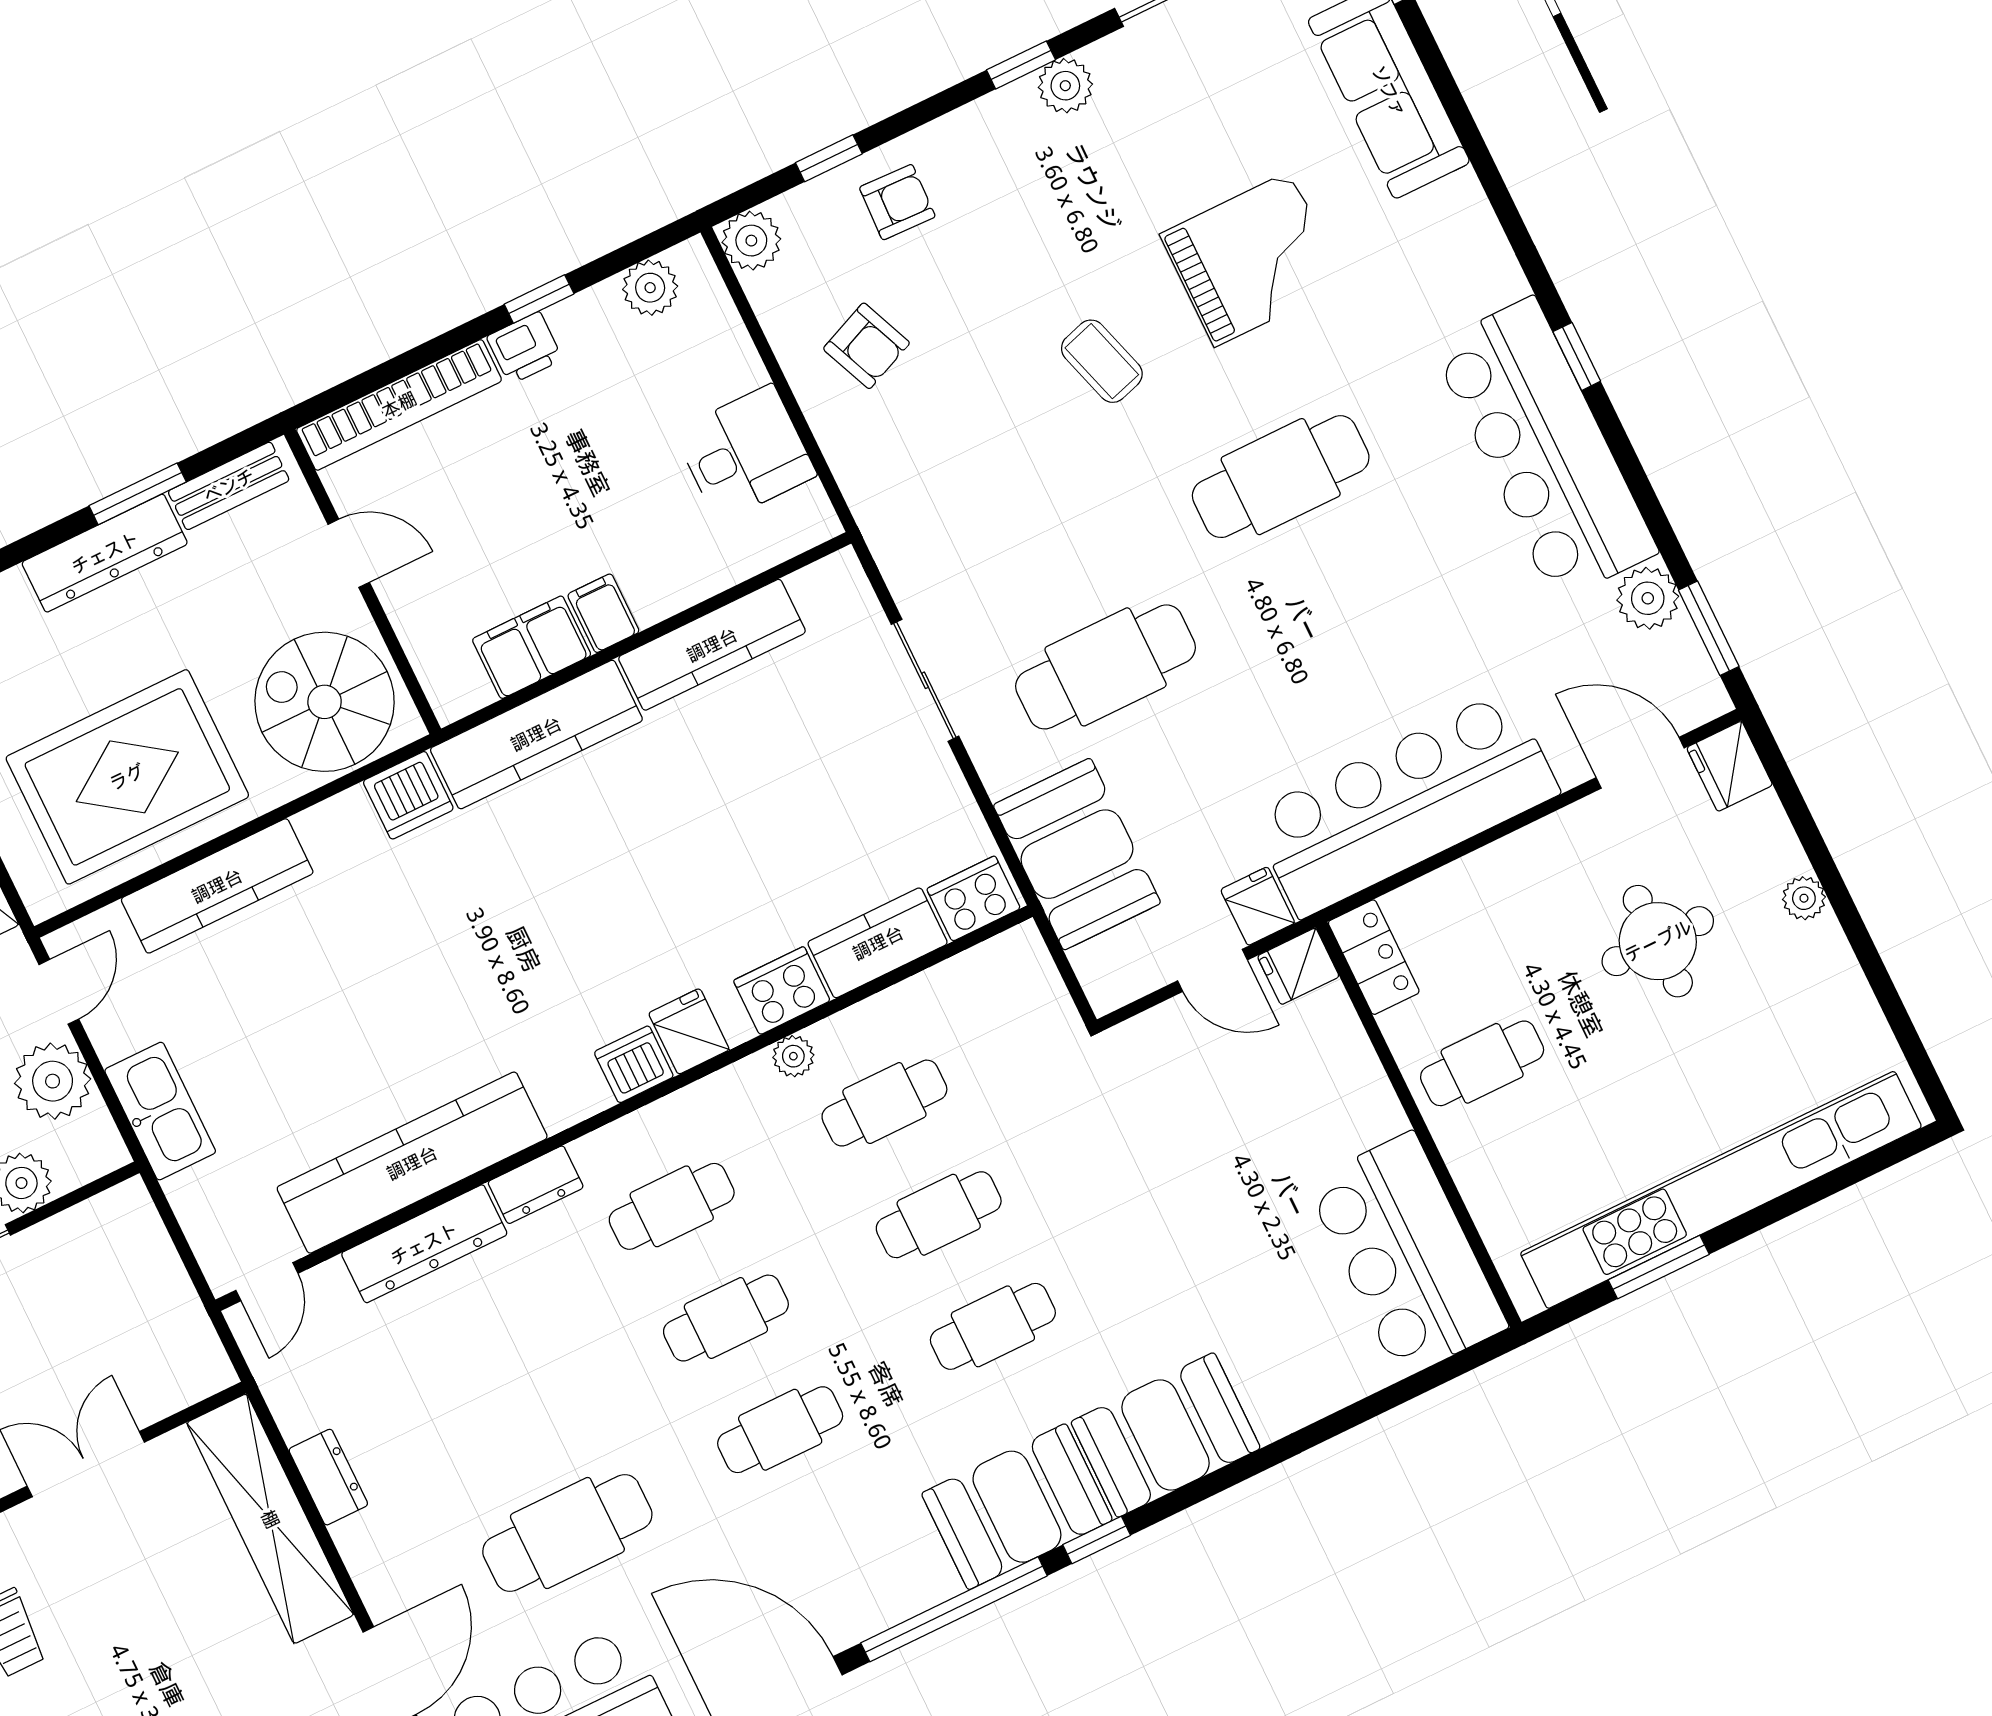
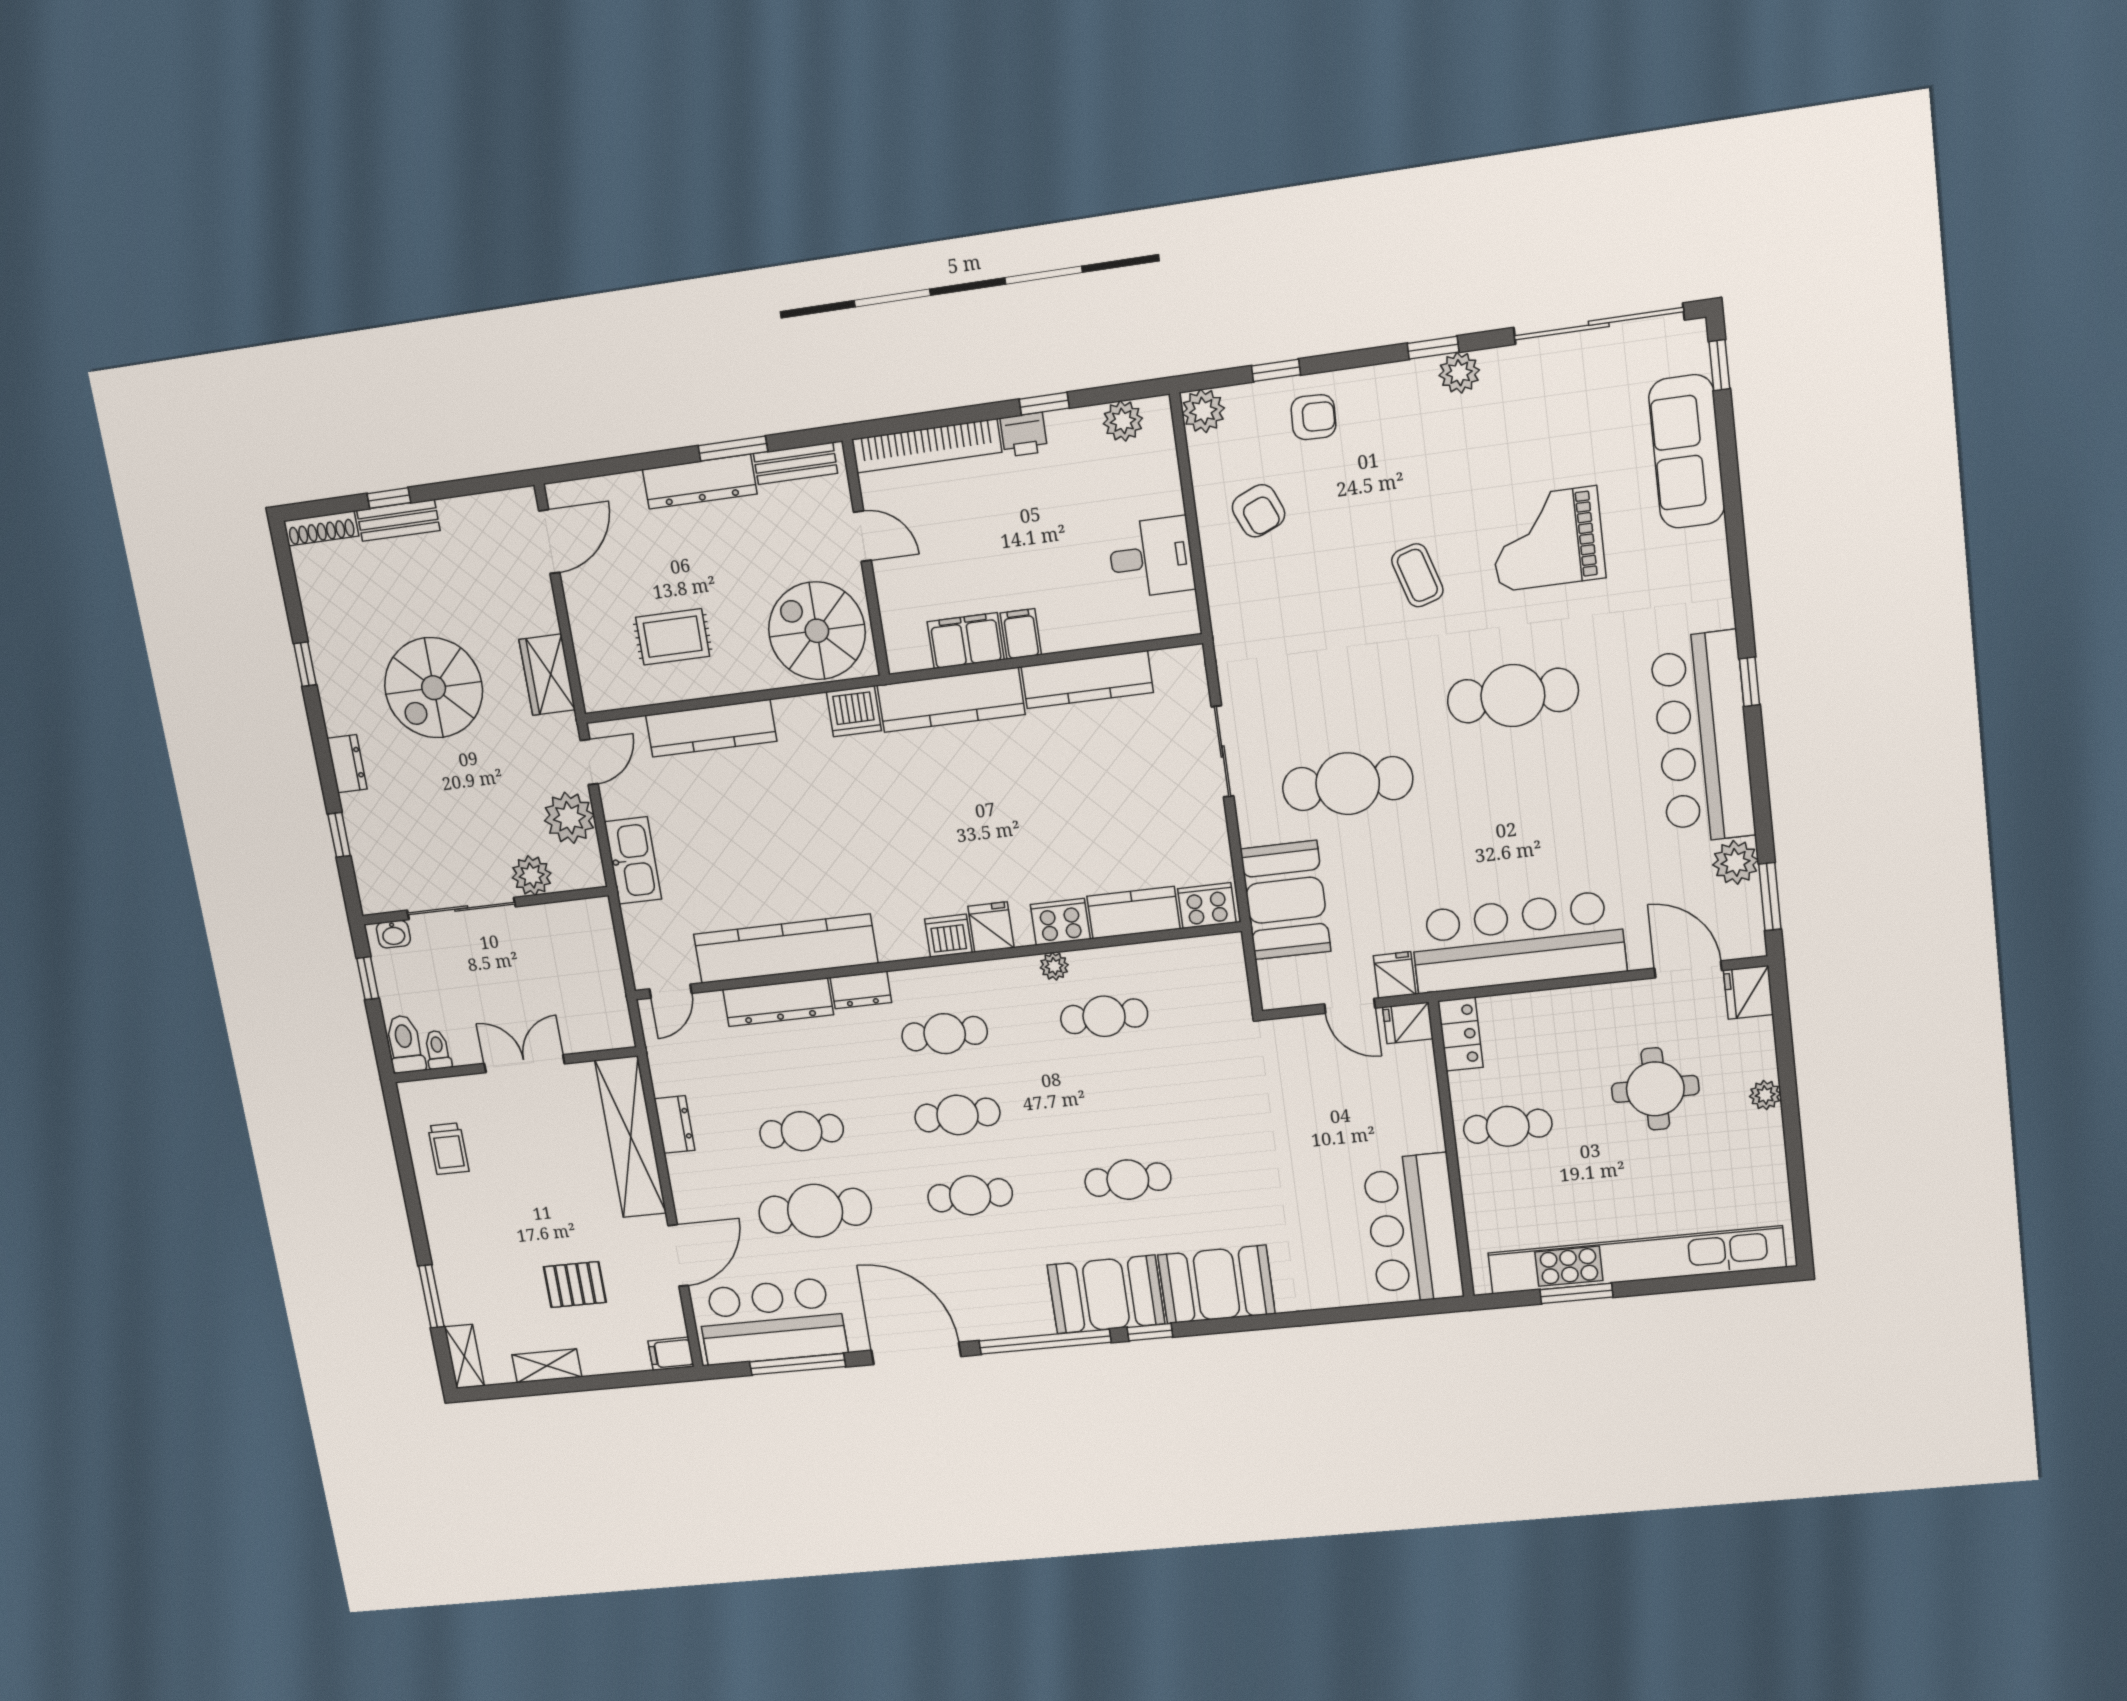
grand piano: (1252, 259) -> (1547, 539), turned 180
rug: (127, 777) -> (673, 637), width x0.54, depth x0.49
cafe table: (939, 1215) -> (802, 1131), moved

